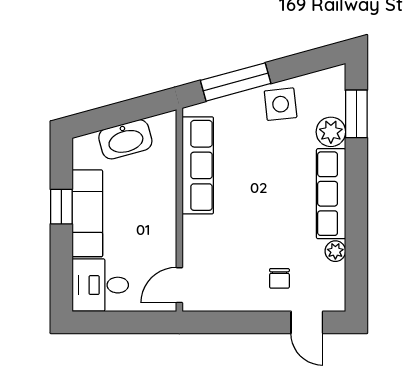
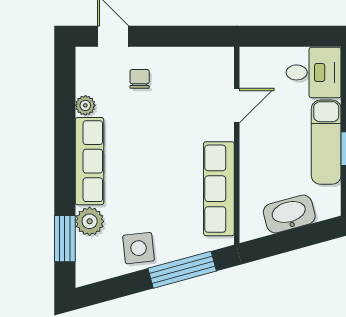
door: (179, 285) -> (237, 106), moved

